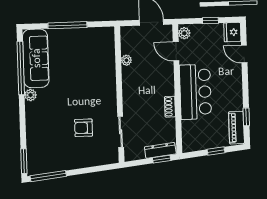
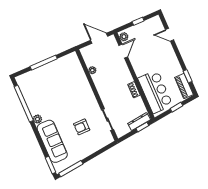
fridge: (232, 32) -> (156, 23), removed
door: (176, 51) -> (123, 51), swing flipped
sofa: (36, 58) -> (52, 141), moved
bar counter: (195, 92) -> (155, 92), moved

